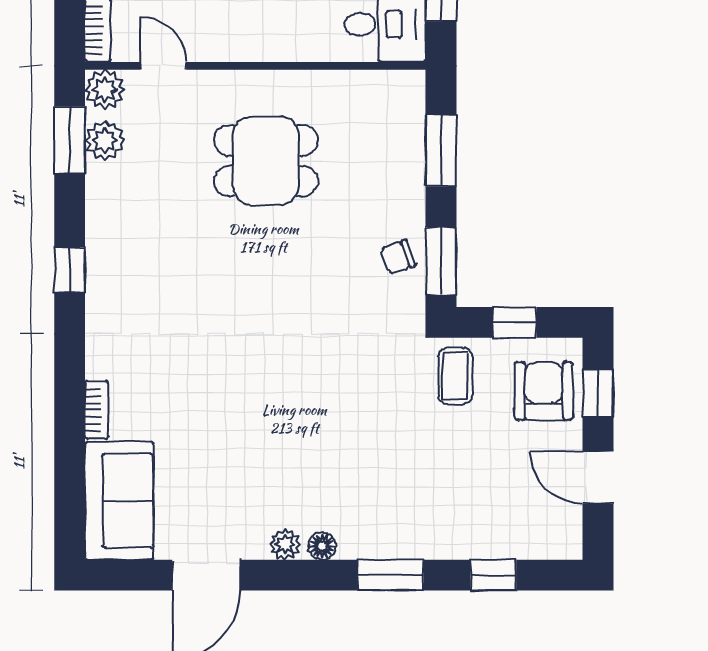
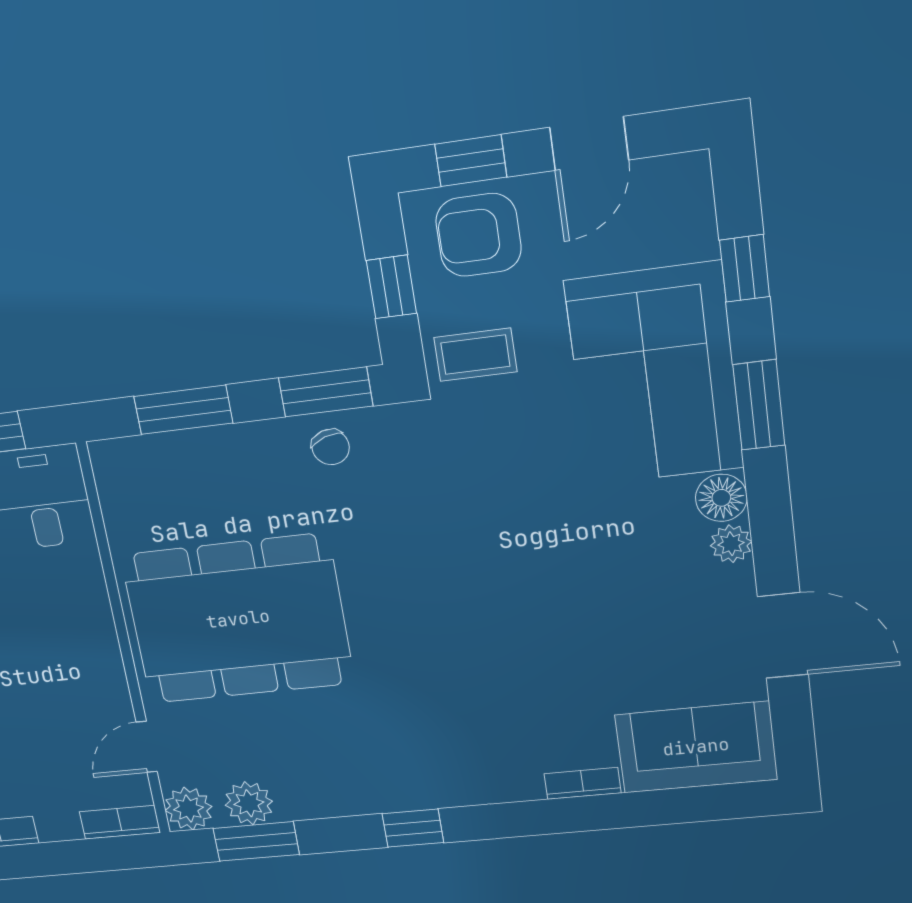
dining table: (266, 161) -> (238, 619), width x1.88, depth x1.24
corner sofa: (423, 503) -> (654, 375), added
floor lamp: (322, 546) -> (721, 498), width x1.37, depth x1.37

